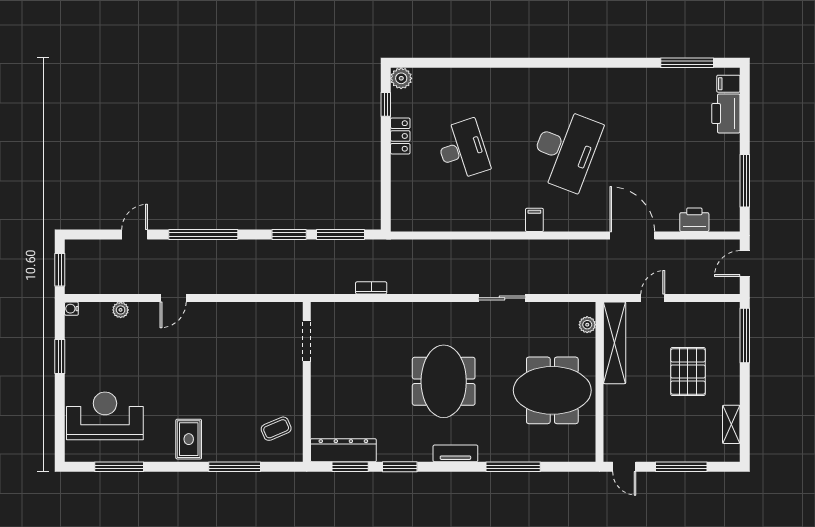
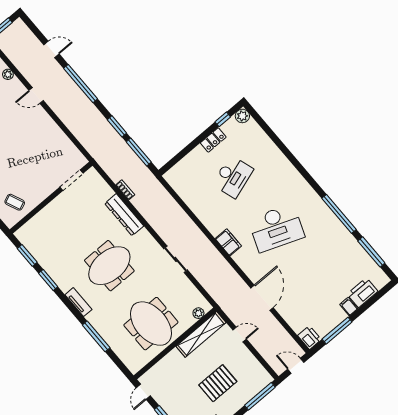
window: (611, 63) -> (339, 214), added
filing cabinet: (728, 84) -> (349, 307), moved
filing cabinet: (534, 220) -> (228, 242), width x2.00
printer: (694, 220) -> (309, 338), moved
dresser: (343, 450) -> (124, 215), moved, turned 180

